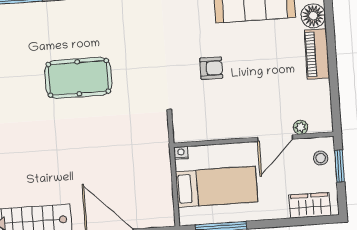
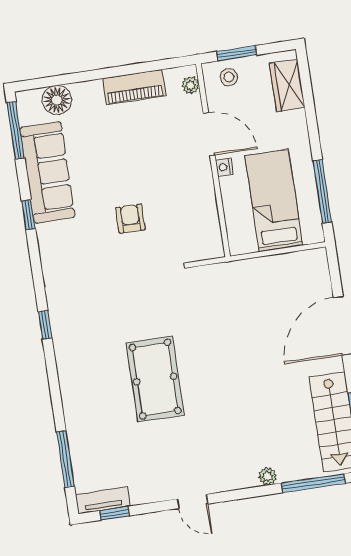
piano: (317, 54) -> (134, 87), moved
plant: (301, 127) -> (191, 85), moved
nightstand: (181, 153) -> (224, 167), moved

